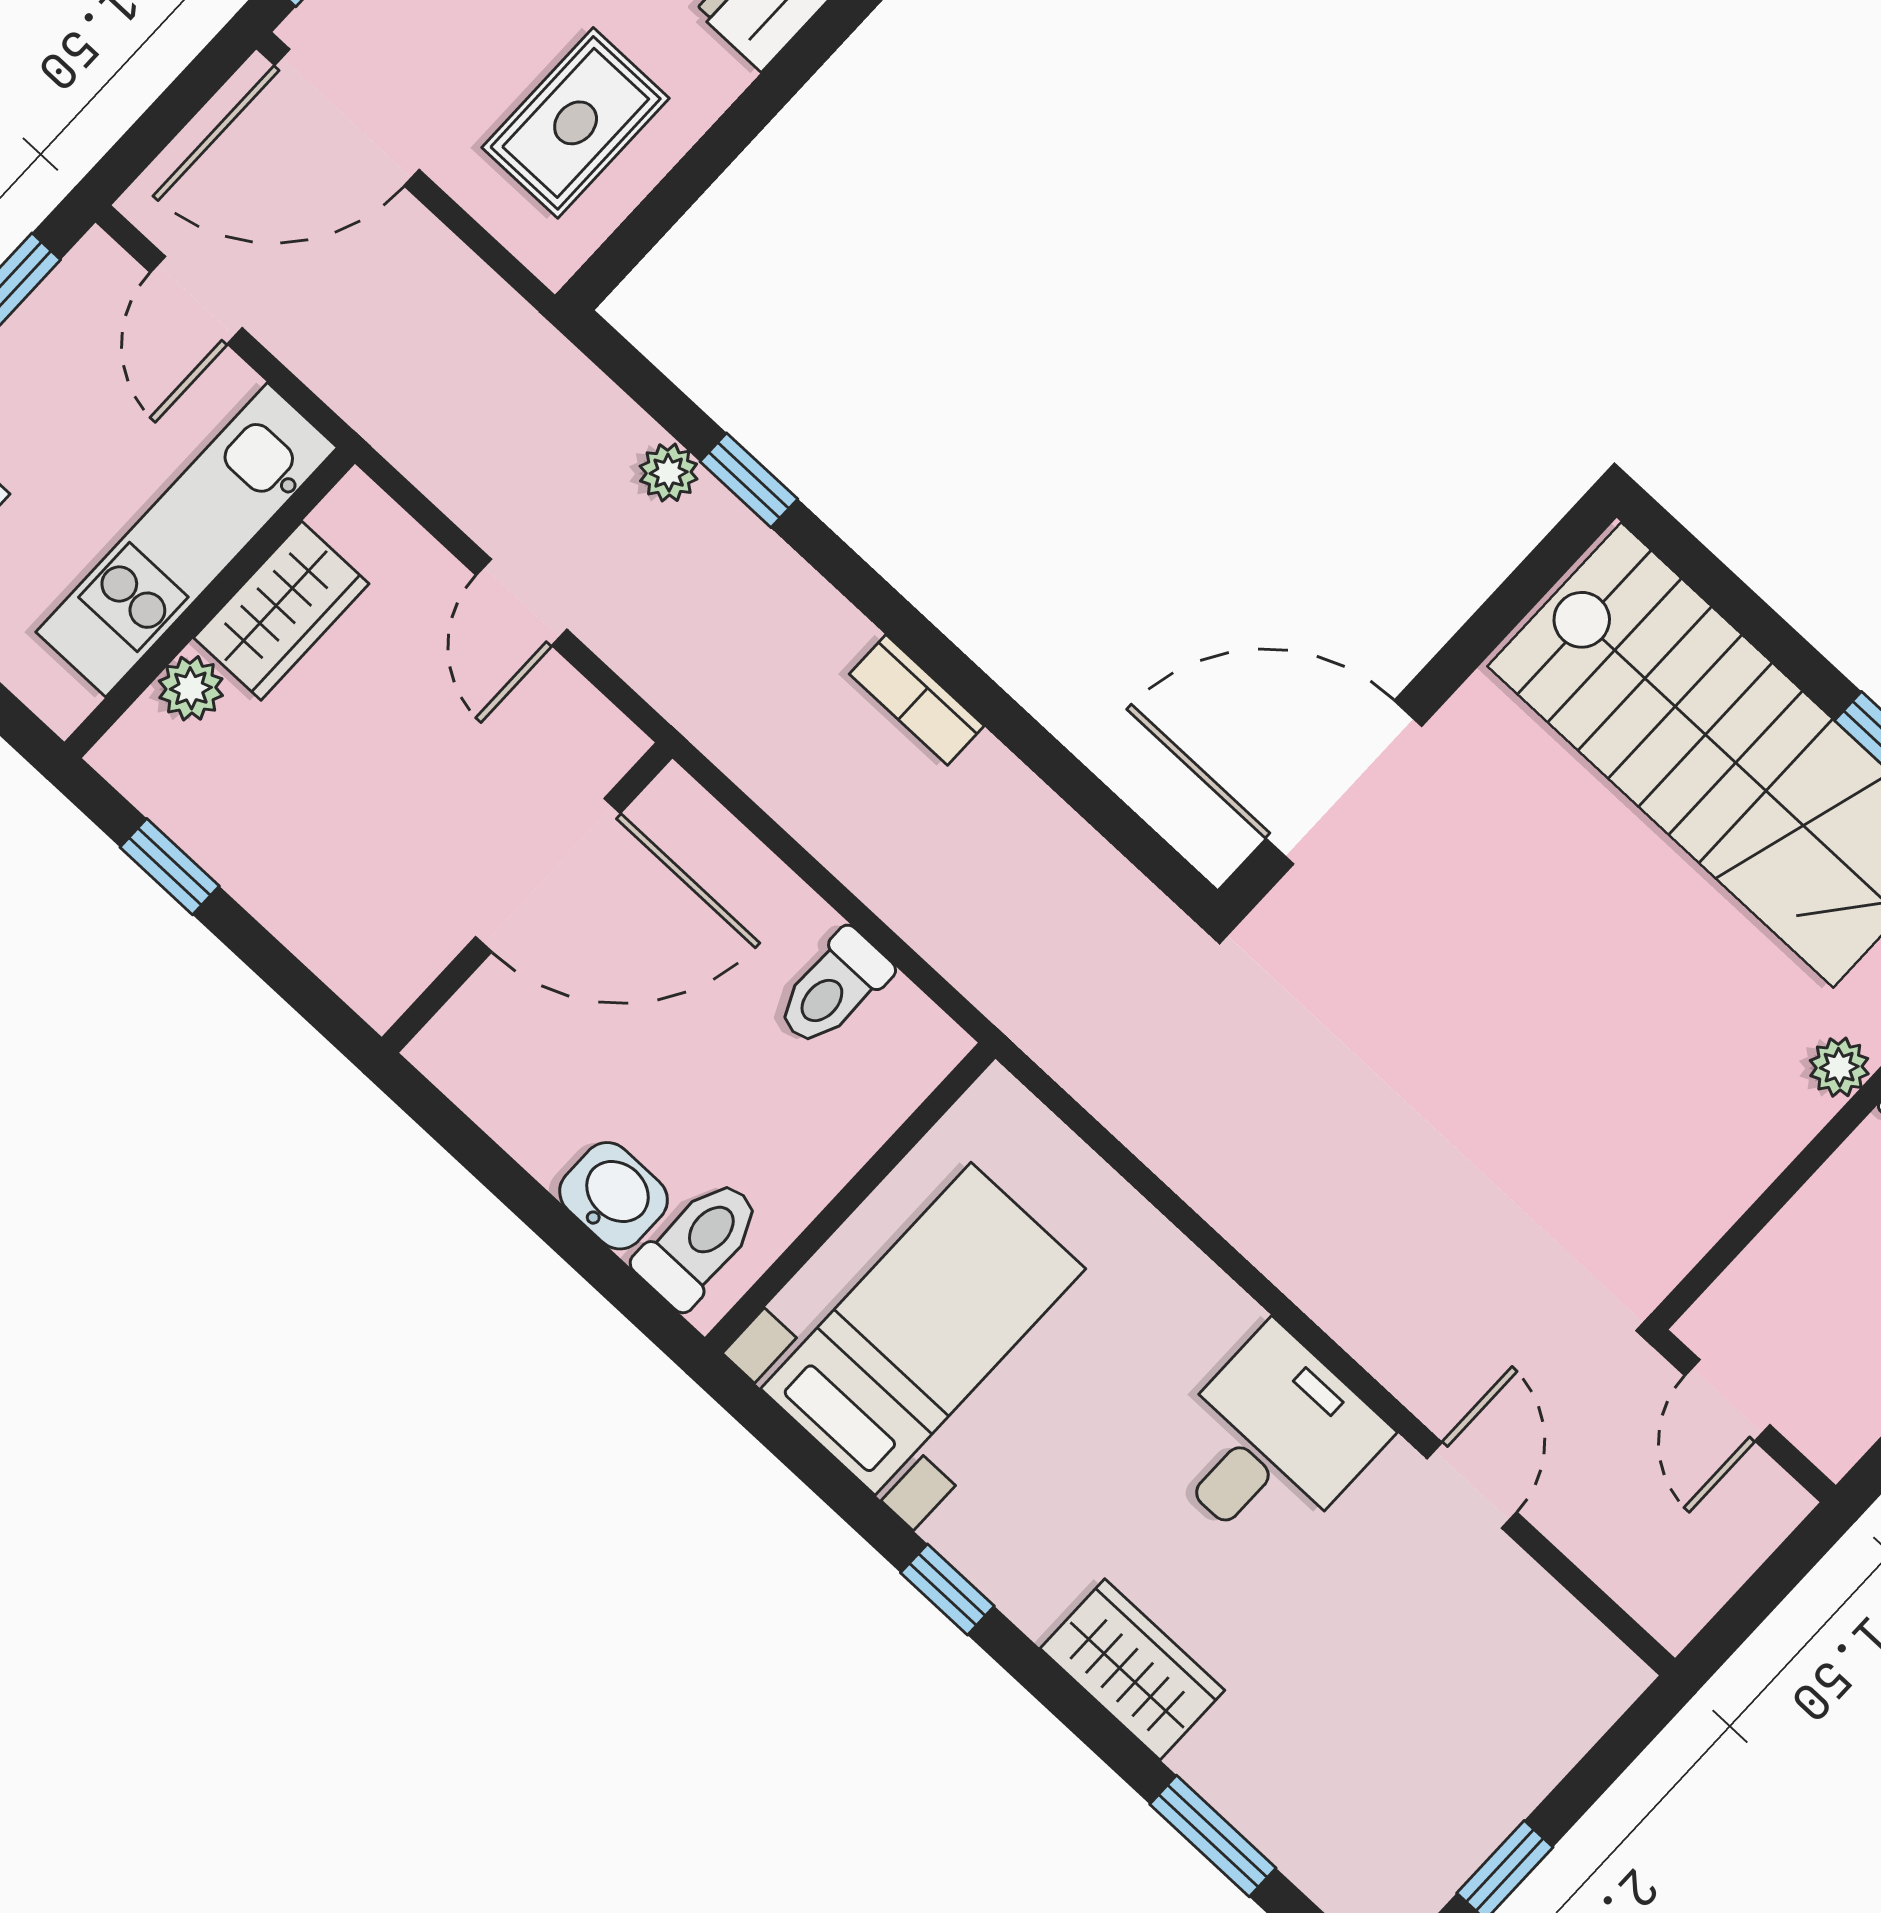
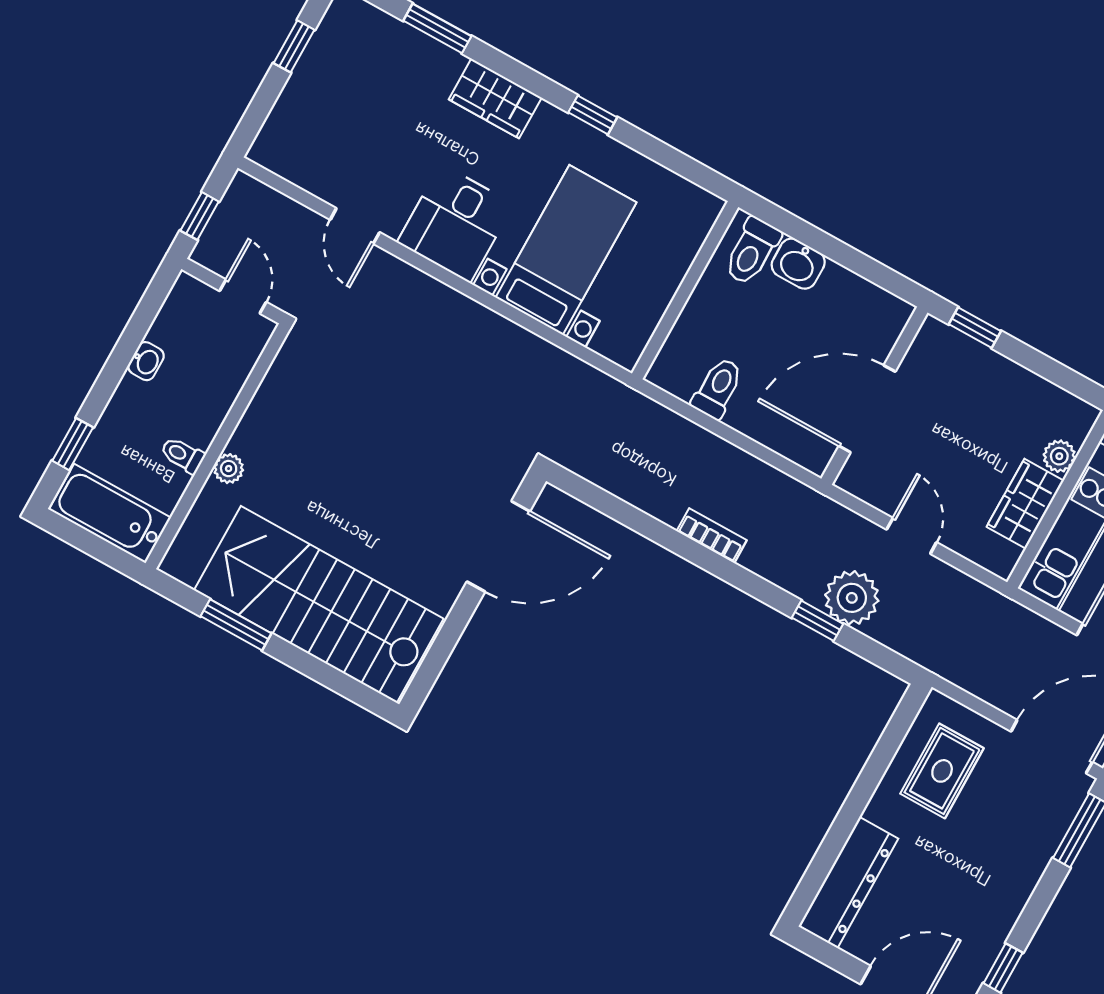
plant: (669, 473) -> (852, 598), width x1.87, depth x1.87
window: (170, 867) -> (975, 328), moved
bed with nightstands: (923, 1329) -> (566, 250), moved, turned 180
window: (1774, 1580) -> (200, 216), added

